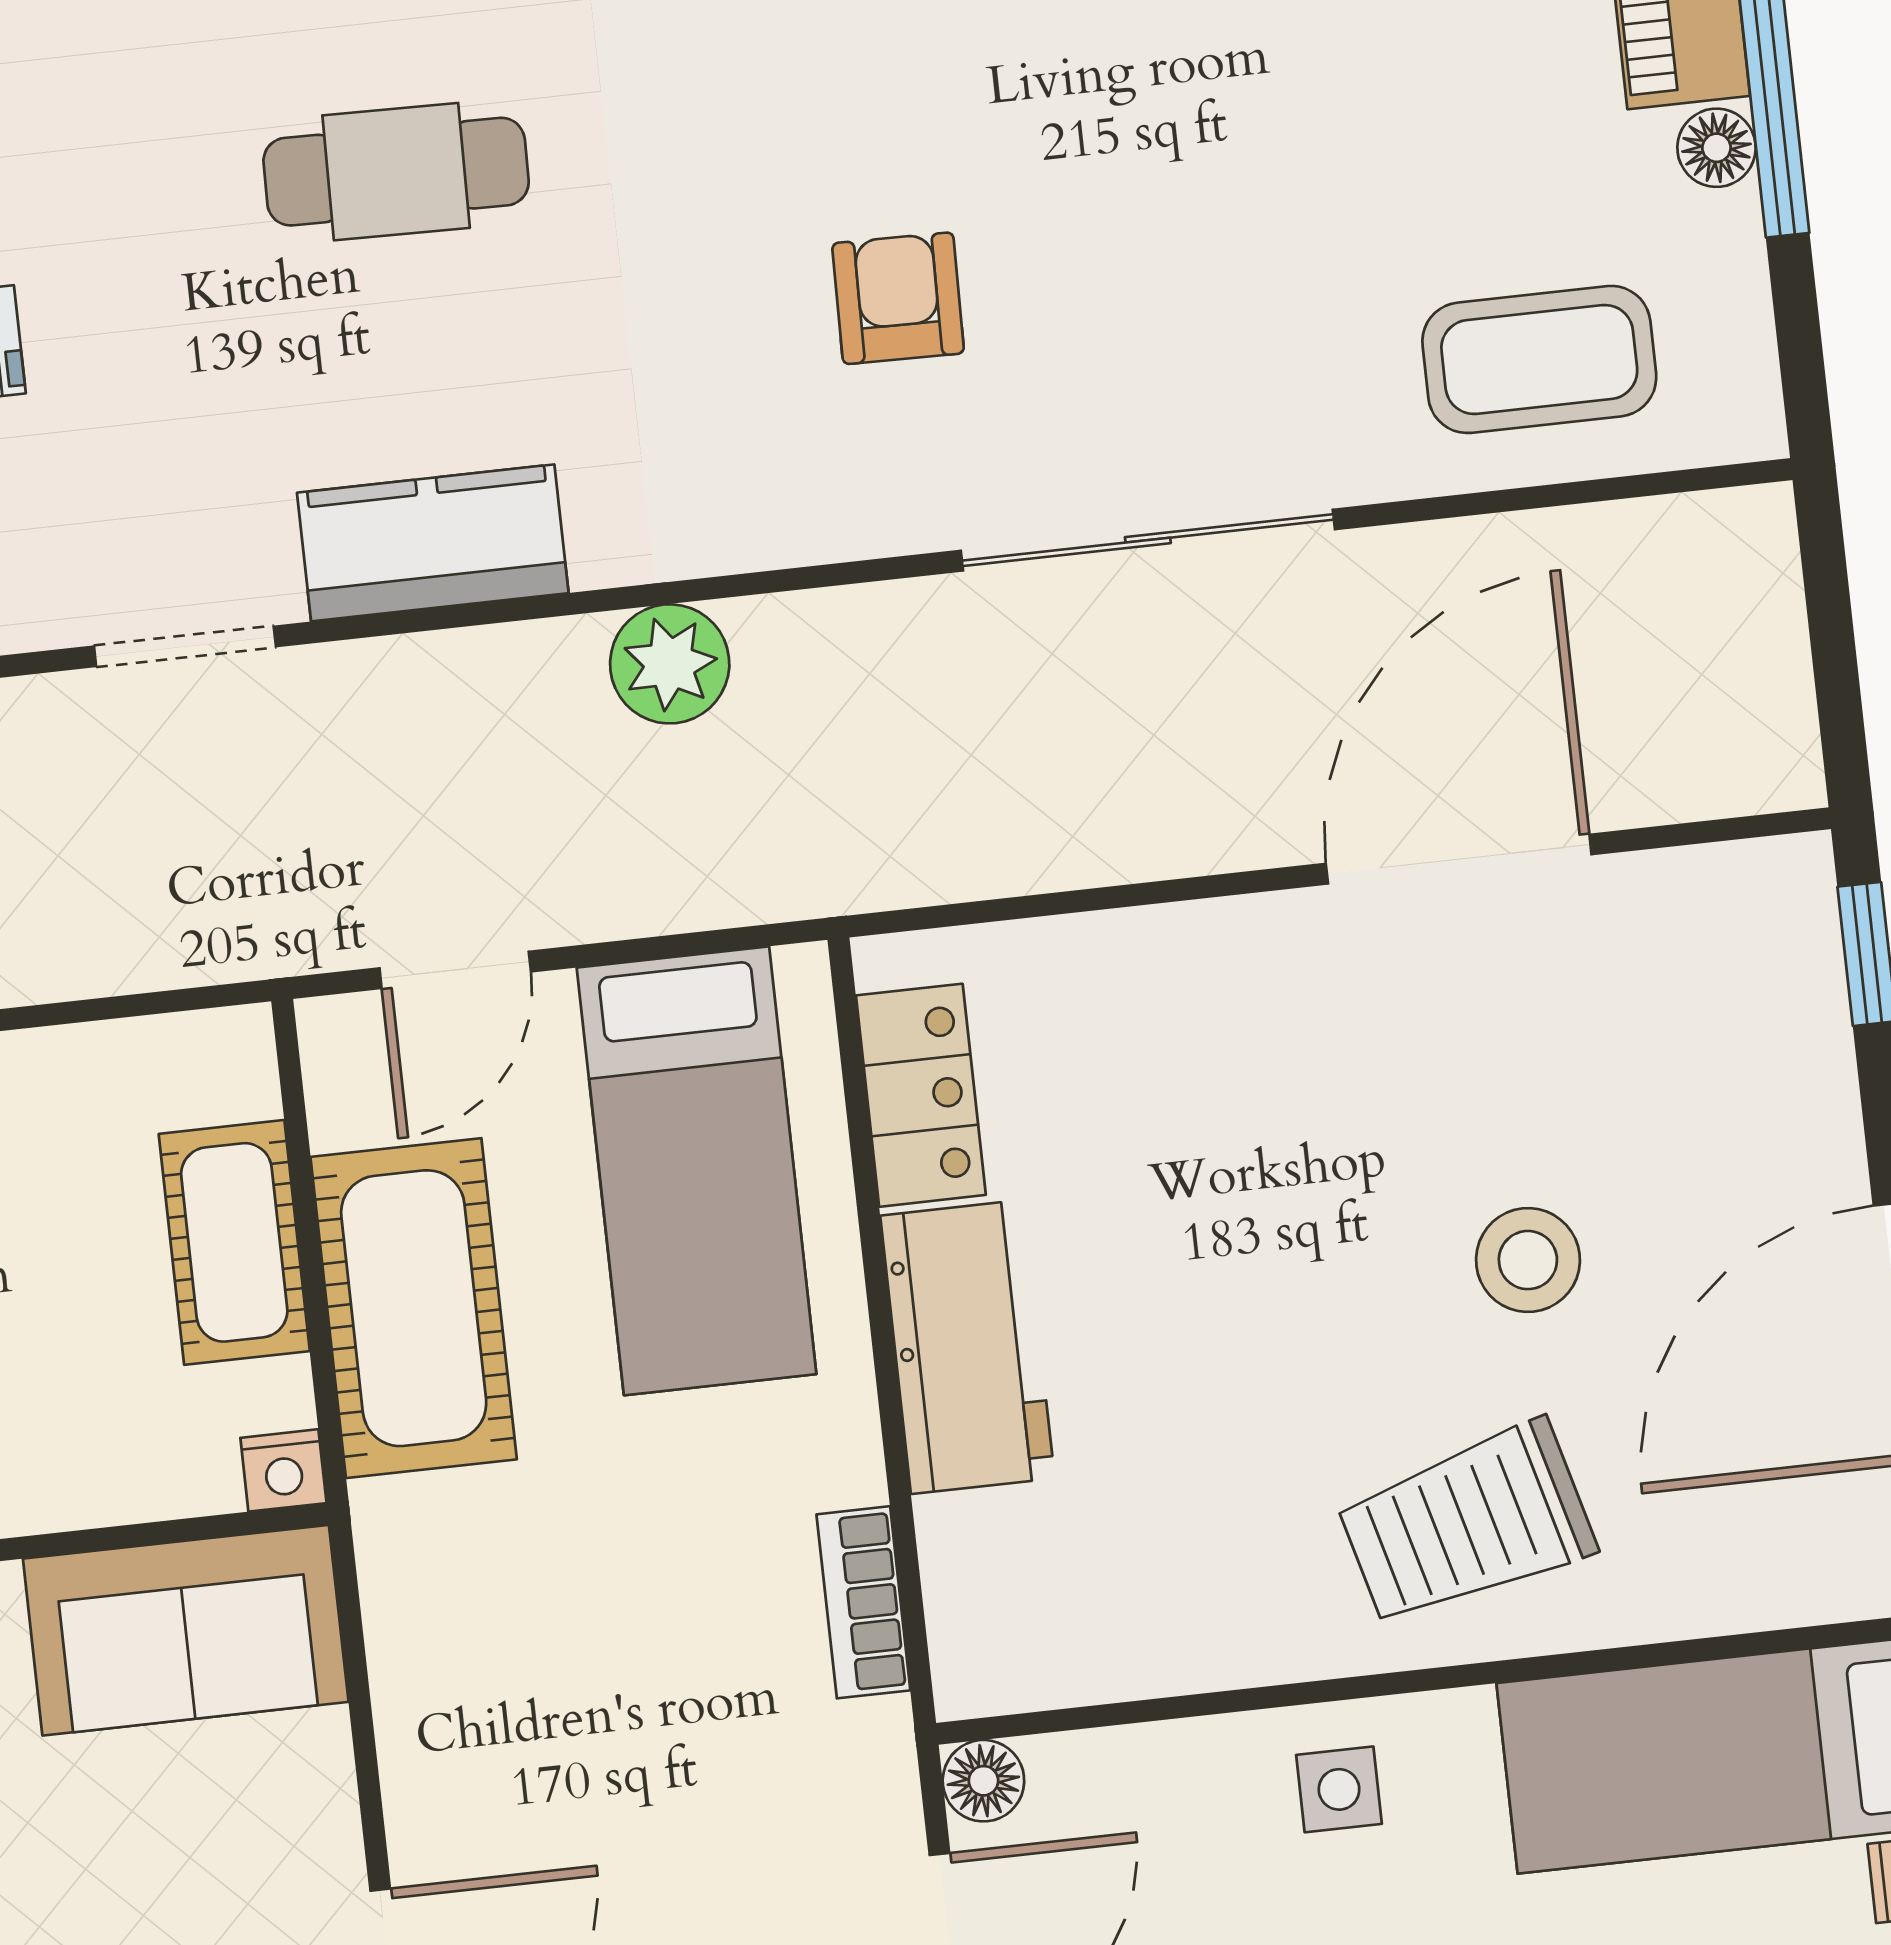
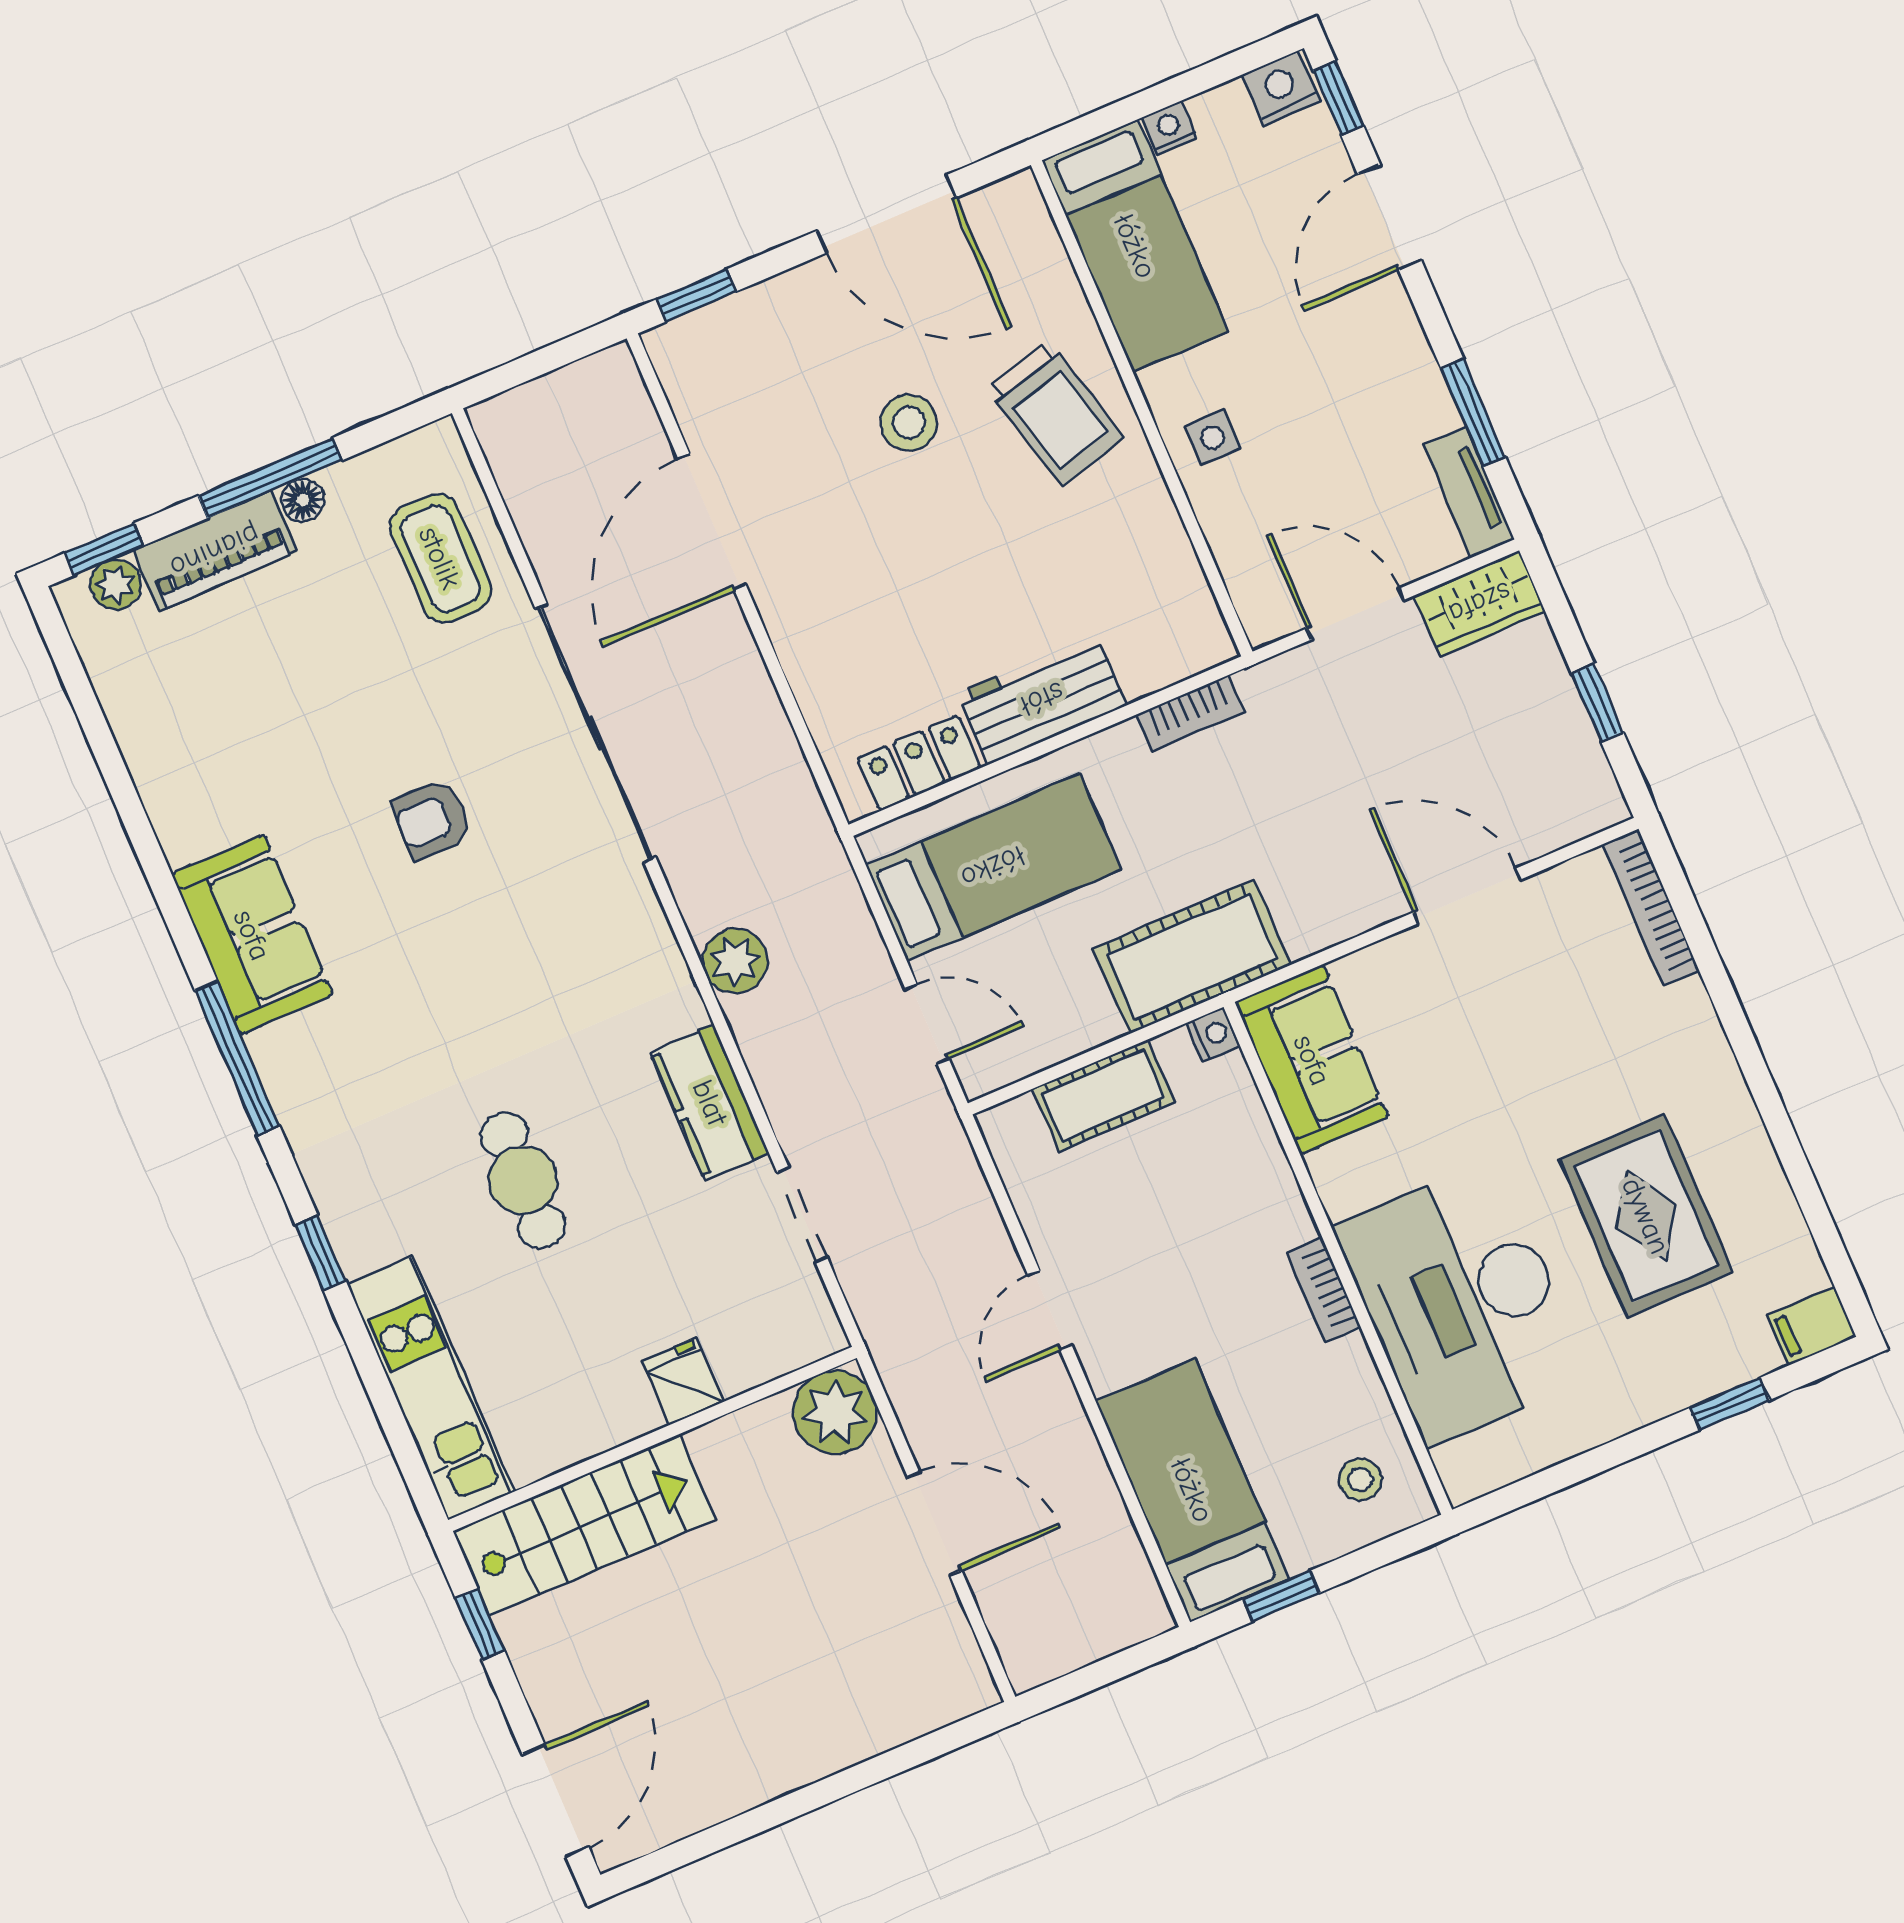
armchair: (898, 298) -> (432, 819), moved
sliding door: (1148, 540) -> (596, 733), width x1.36
door: (1459, 859) -> (712, 522), hinge flipped
cot: (414, 1308) -> (1192, 957), moved
floor lamp: (983, 1781) -> (1264, 623), removed

